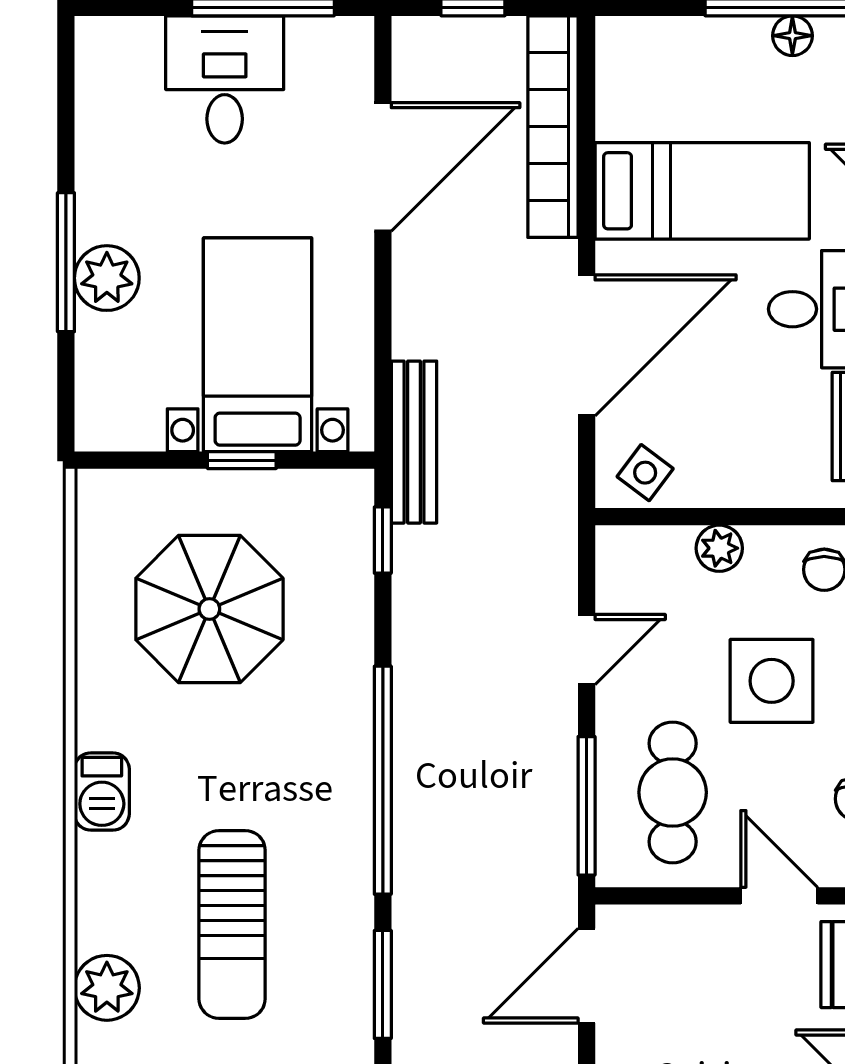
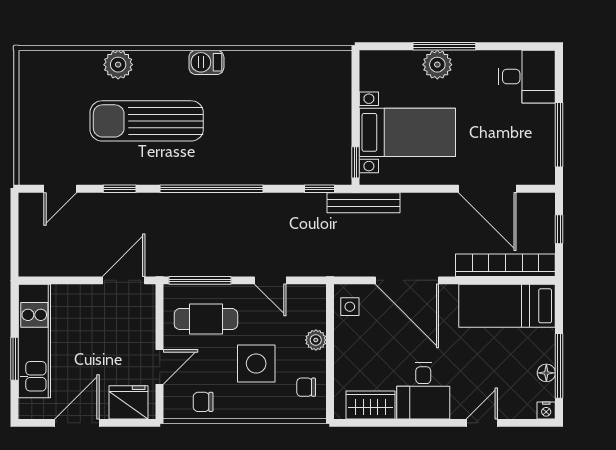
desk: (225, 79) -> (527, 77), moved
bed: (702, 191) -> (507, 306), moved, turned 90
window: (242, 460) -> (355, 162), moved
side table: (645, 473) -> (350, 307), turned -37
parasol: (209, 609) -> (288, 111), removed
sun lounger: (232, 925) -> (147, 121), width x1.36, depth x1.34
door: (587, 976) -> (124, 280), hinge flipped
window: (383, 984) -> (120, 189), width x0.67

